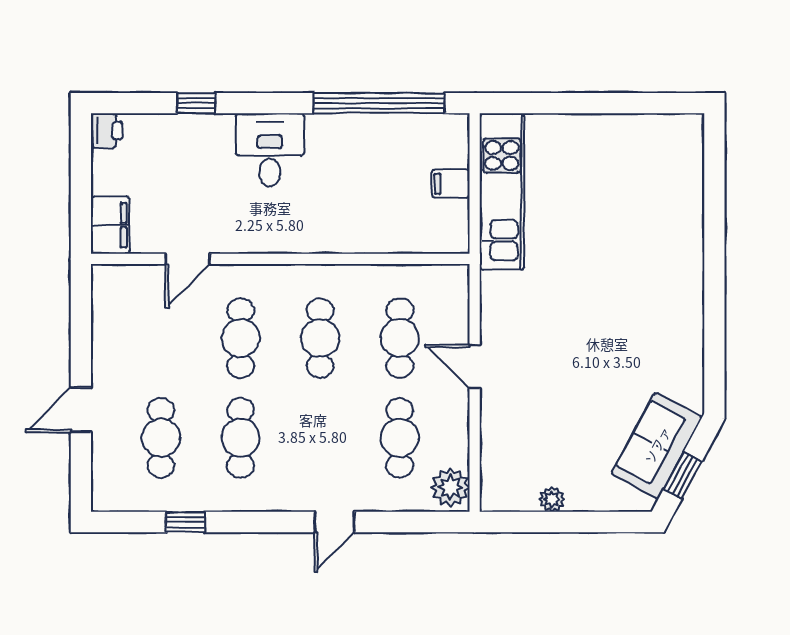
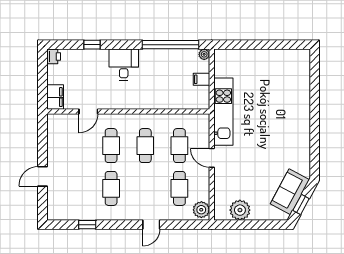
plant: (457, 126) -> (204, 54), added
kitchen unit: (502, 192) -> (223, 112), moved
cafe table: (161, 438) -> (77, 188), removed
plant: (552, 499) -> (240, 210), width x1.87, depth x1.87

